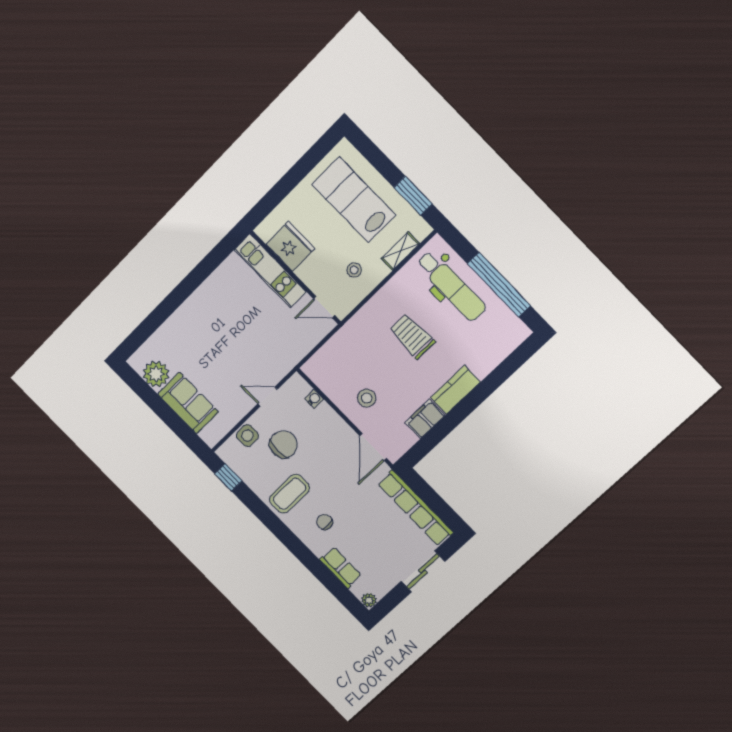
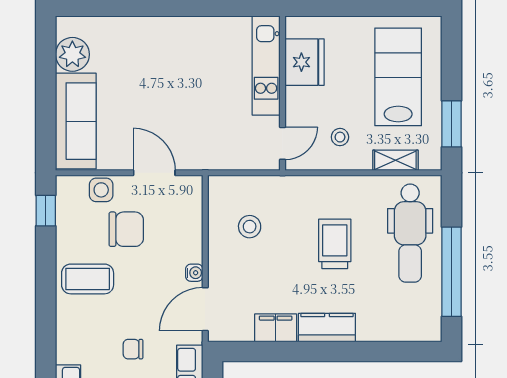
door: (324, 307) -> (282, 143), swing flipped
door: (268, 397) -> (154, 173), width x1.38
stool: (367, 398) -> (250, 227), moved
water cooler: (314, 399) -> (194, 273), moved
sofa: (188, 403) -> (76, 121), width x1.36
chair: (325, 522) -> (133, 349), moved, turned -90

